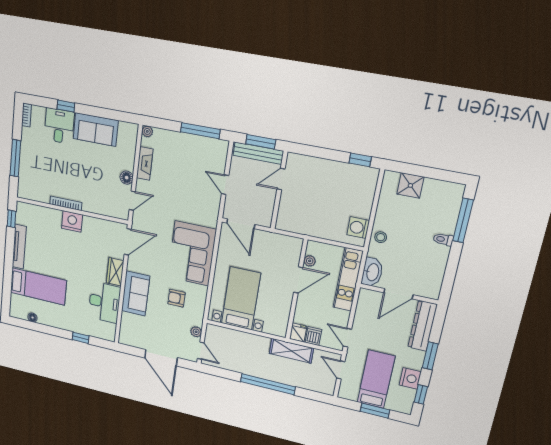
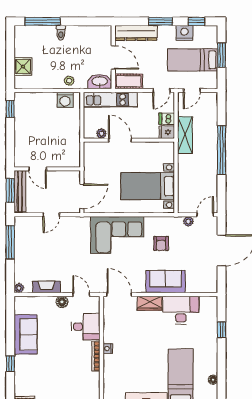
desk: (59, 126) -> (86, 327), moved, turned 180
nightstand: (72, 221) -> (108, 349), width x0.53, depth x0.56
cot: (366, 305) -> (129, 81), added

